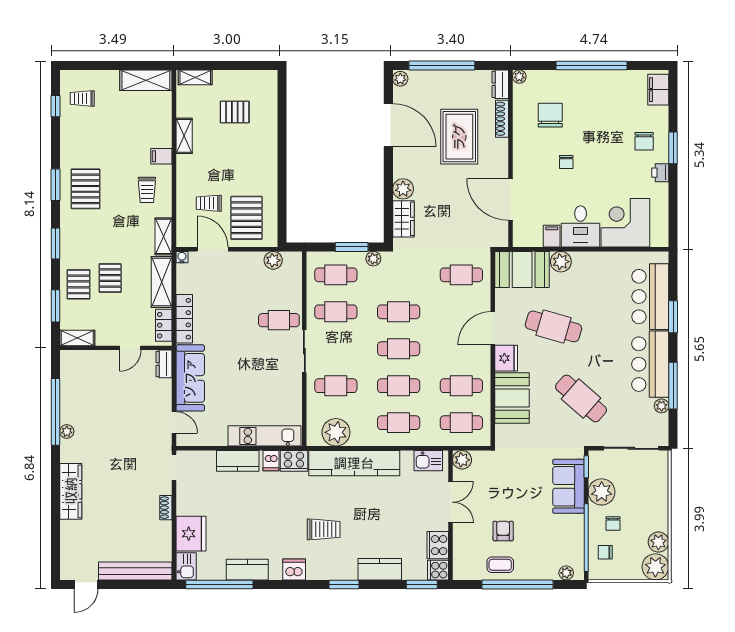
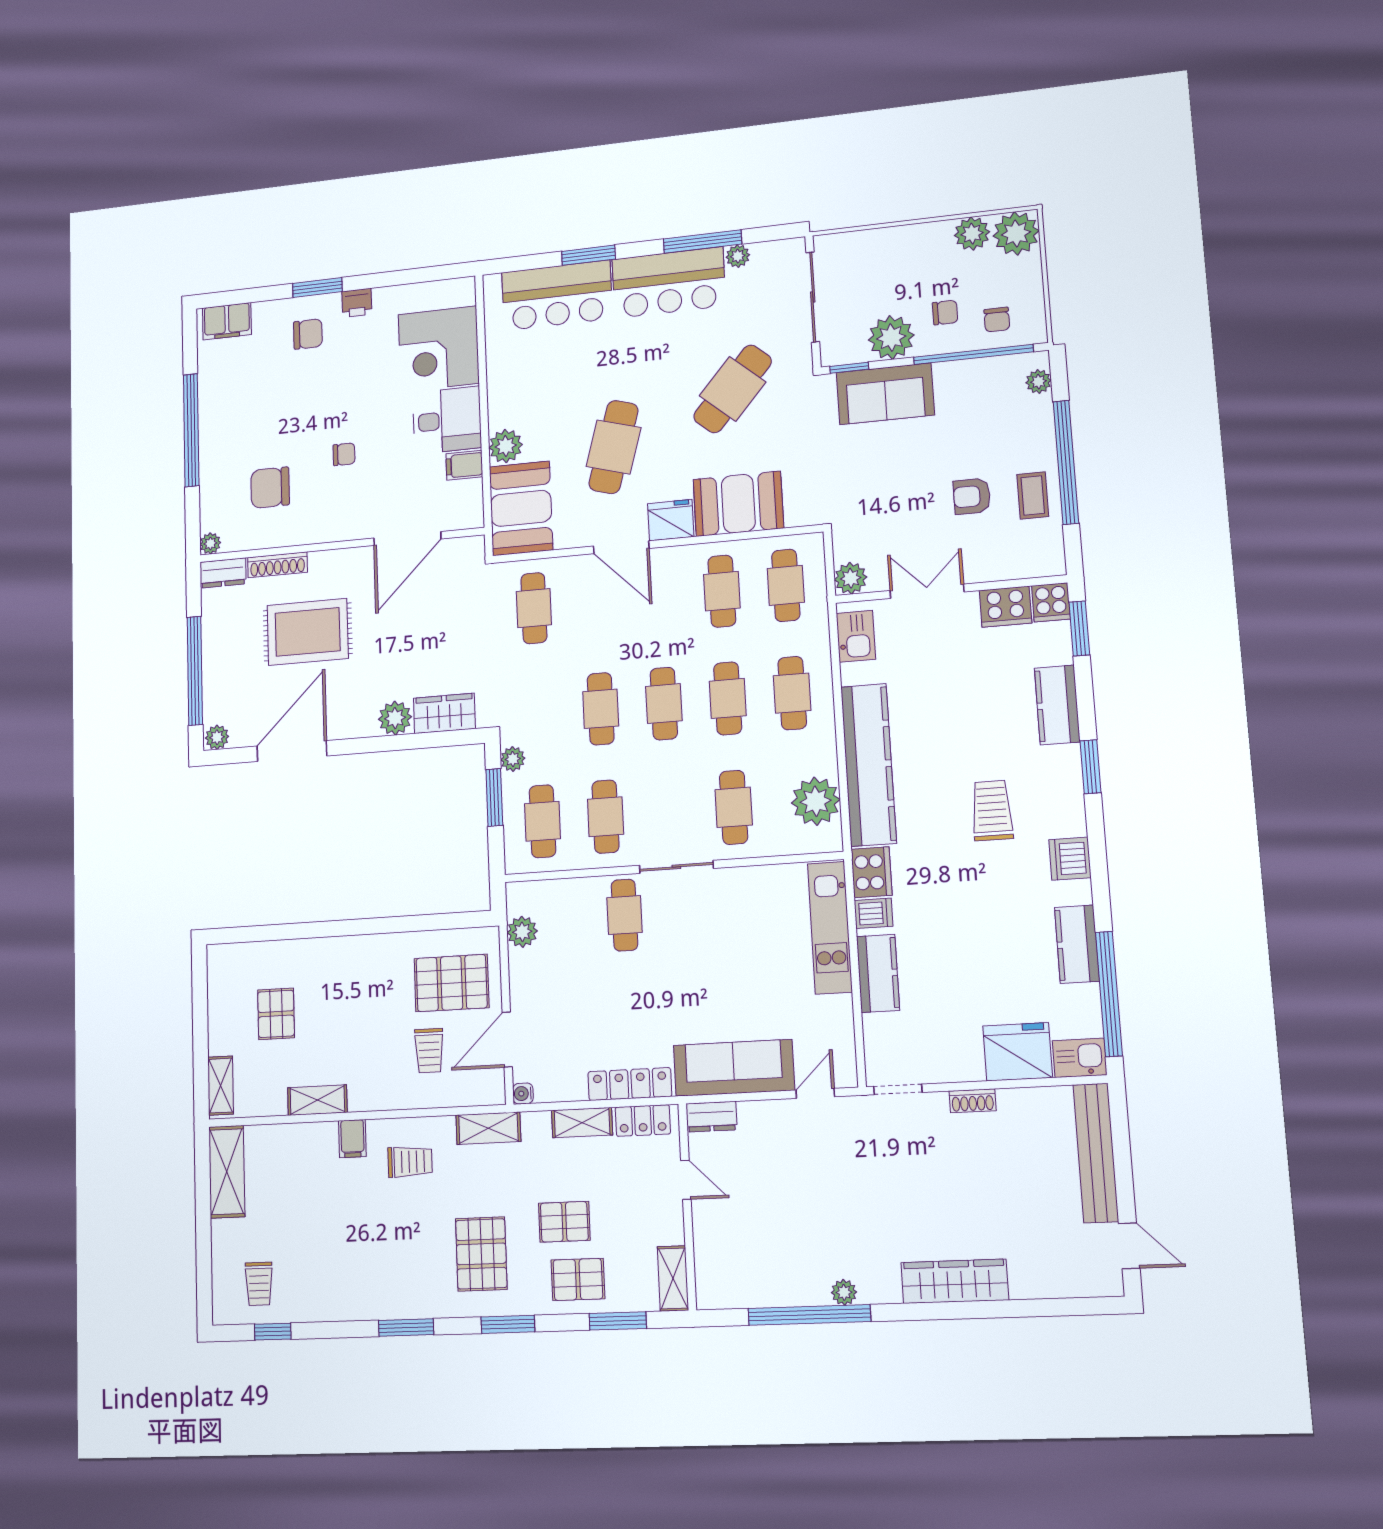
pallet: (85, 189) -> (481, 1254), moved, turned 90
shelving: (162, 282) -> (582, 1123), width x0.67, depth x0.75

